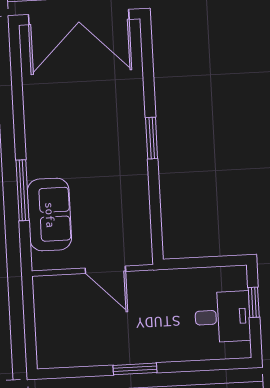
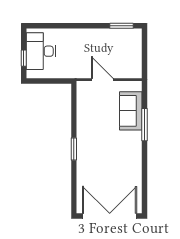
desk: (223, 317) -> (41, 51), width x1.37
window: (135, 369) -> (122, 26), moved

